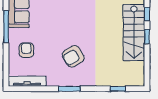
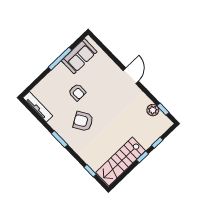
stairs: (134, 33) -> (121, 162), moved
armchair: (26, 50) -> (77, 92), moved, turned 90

